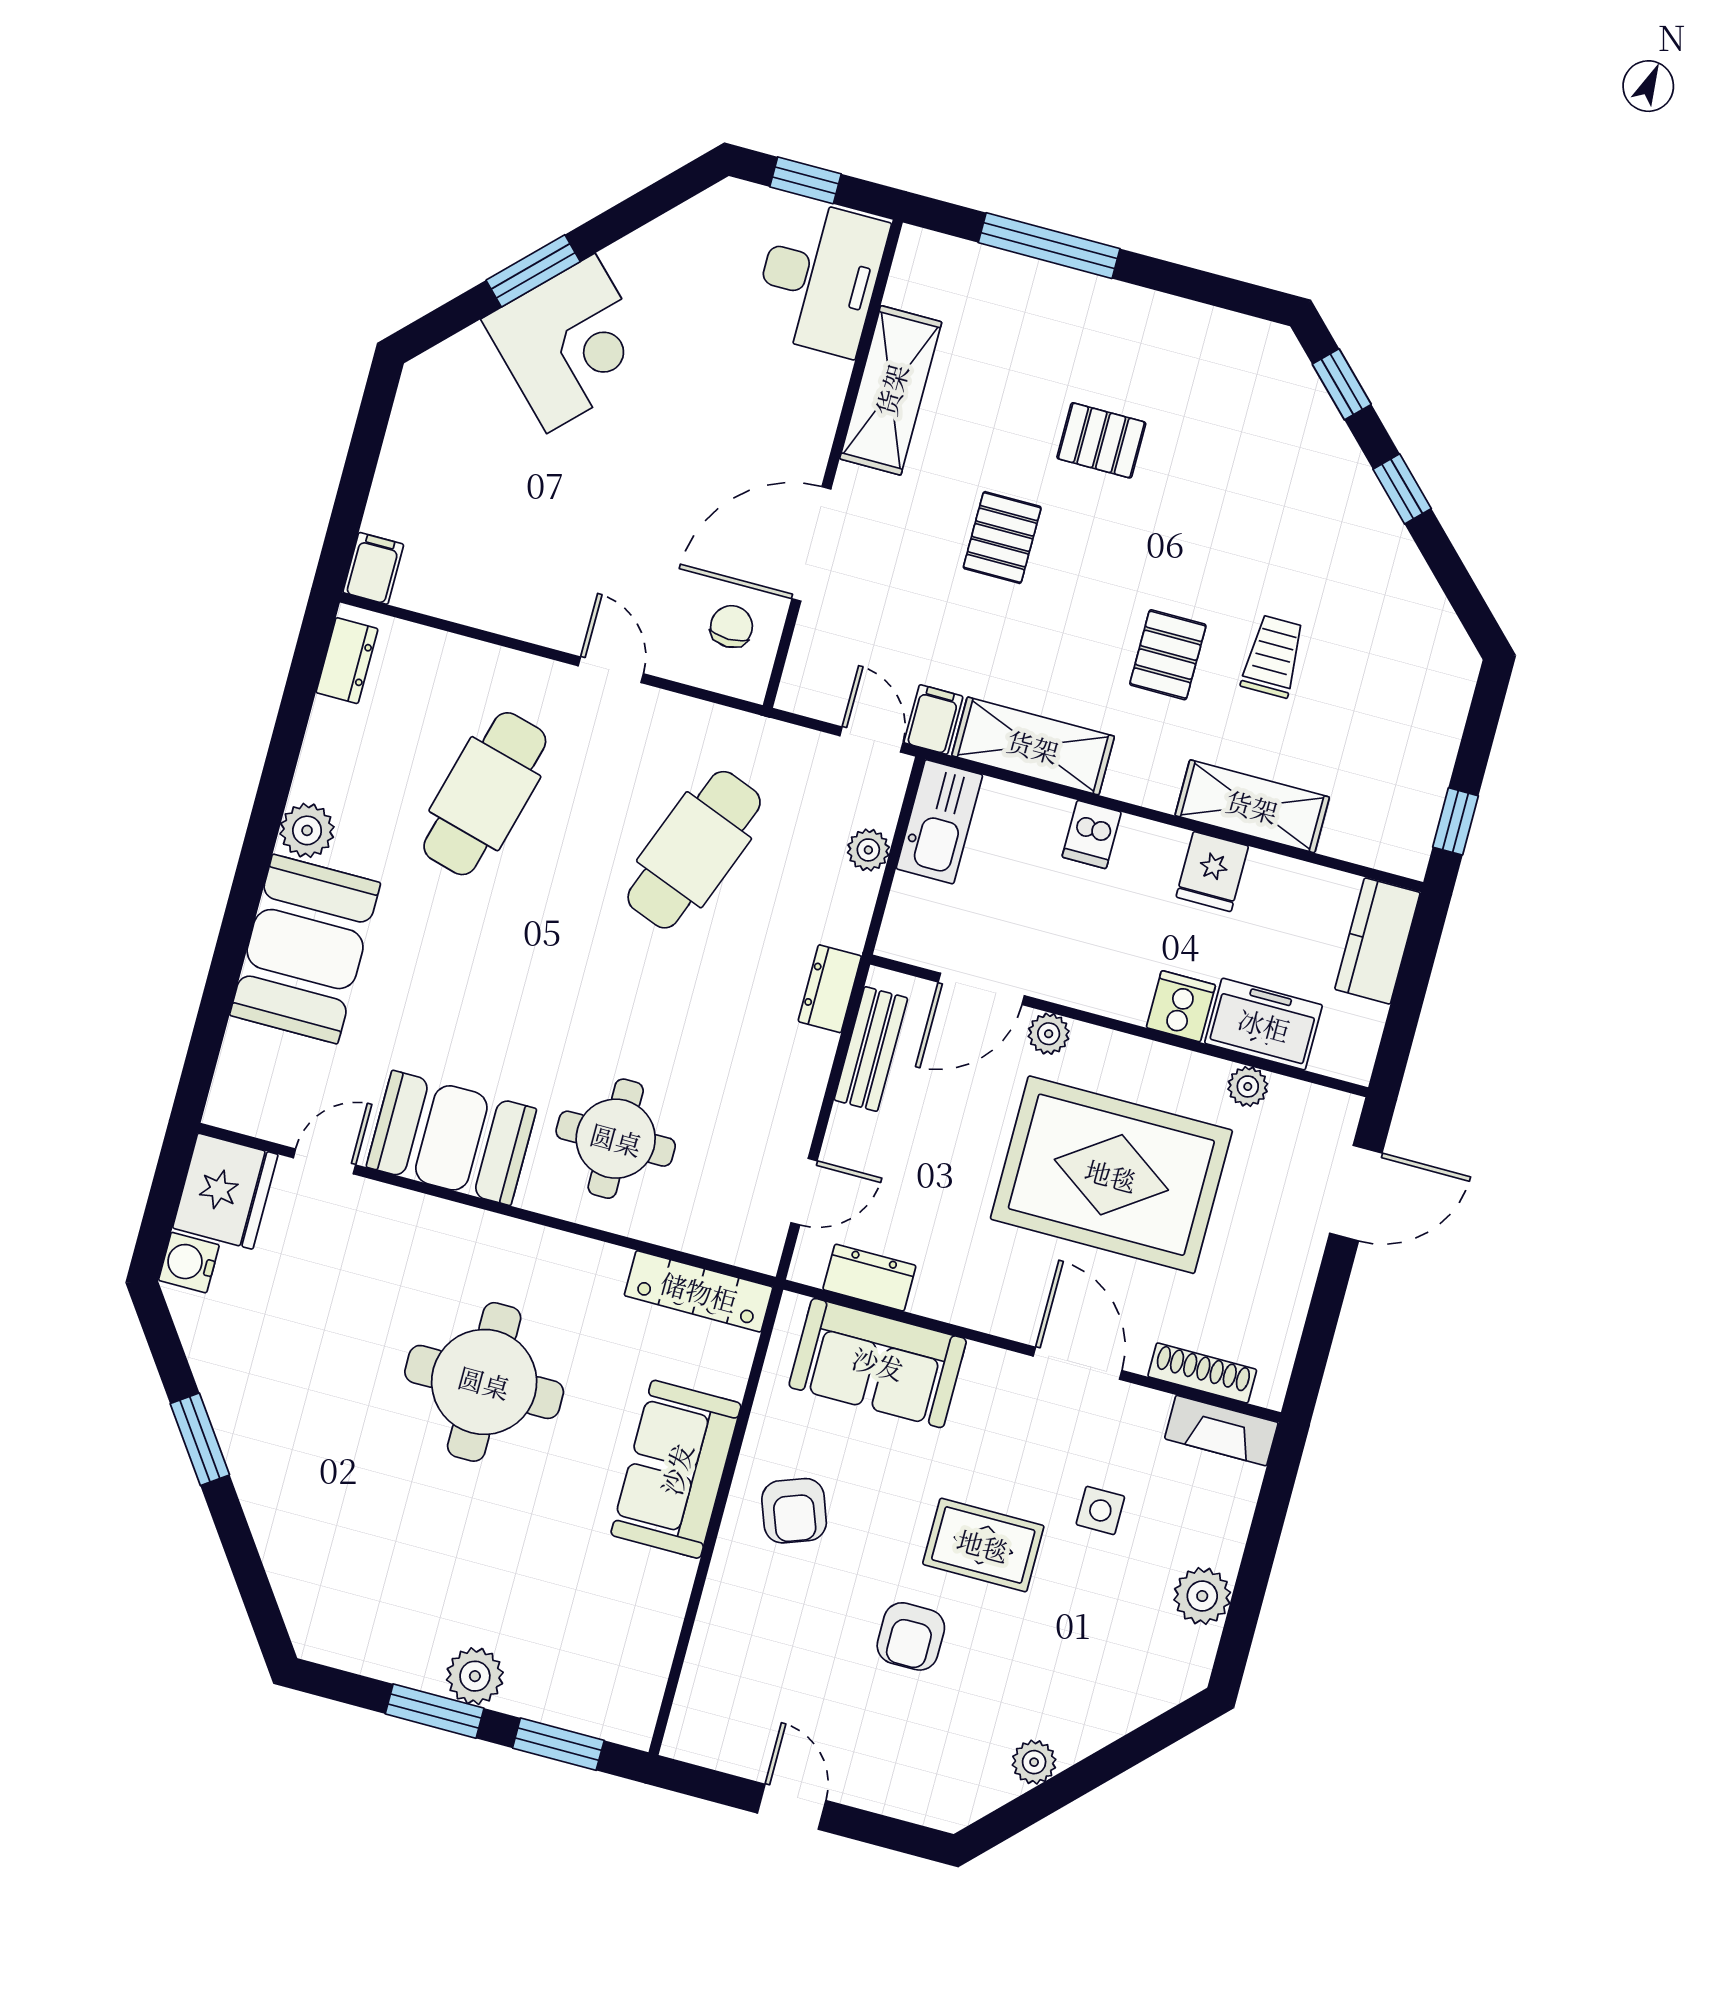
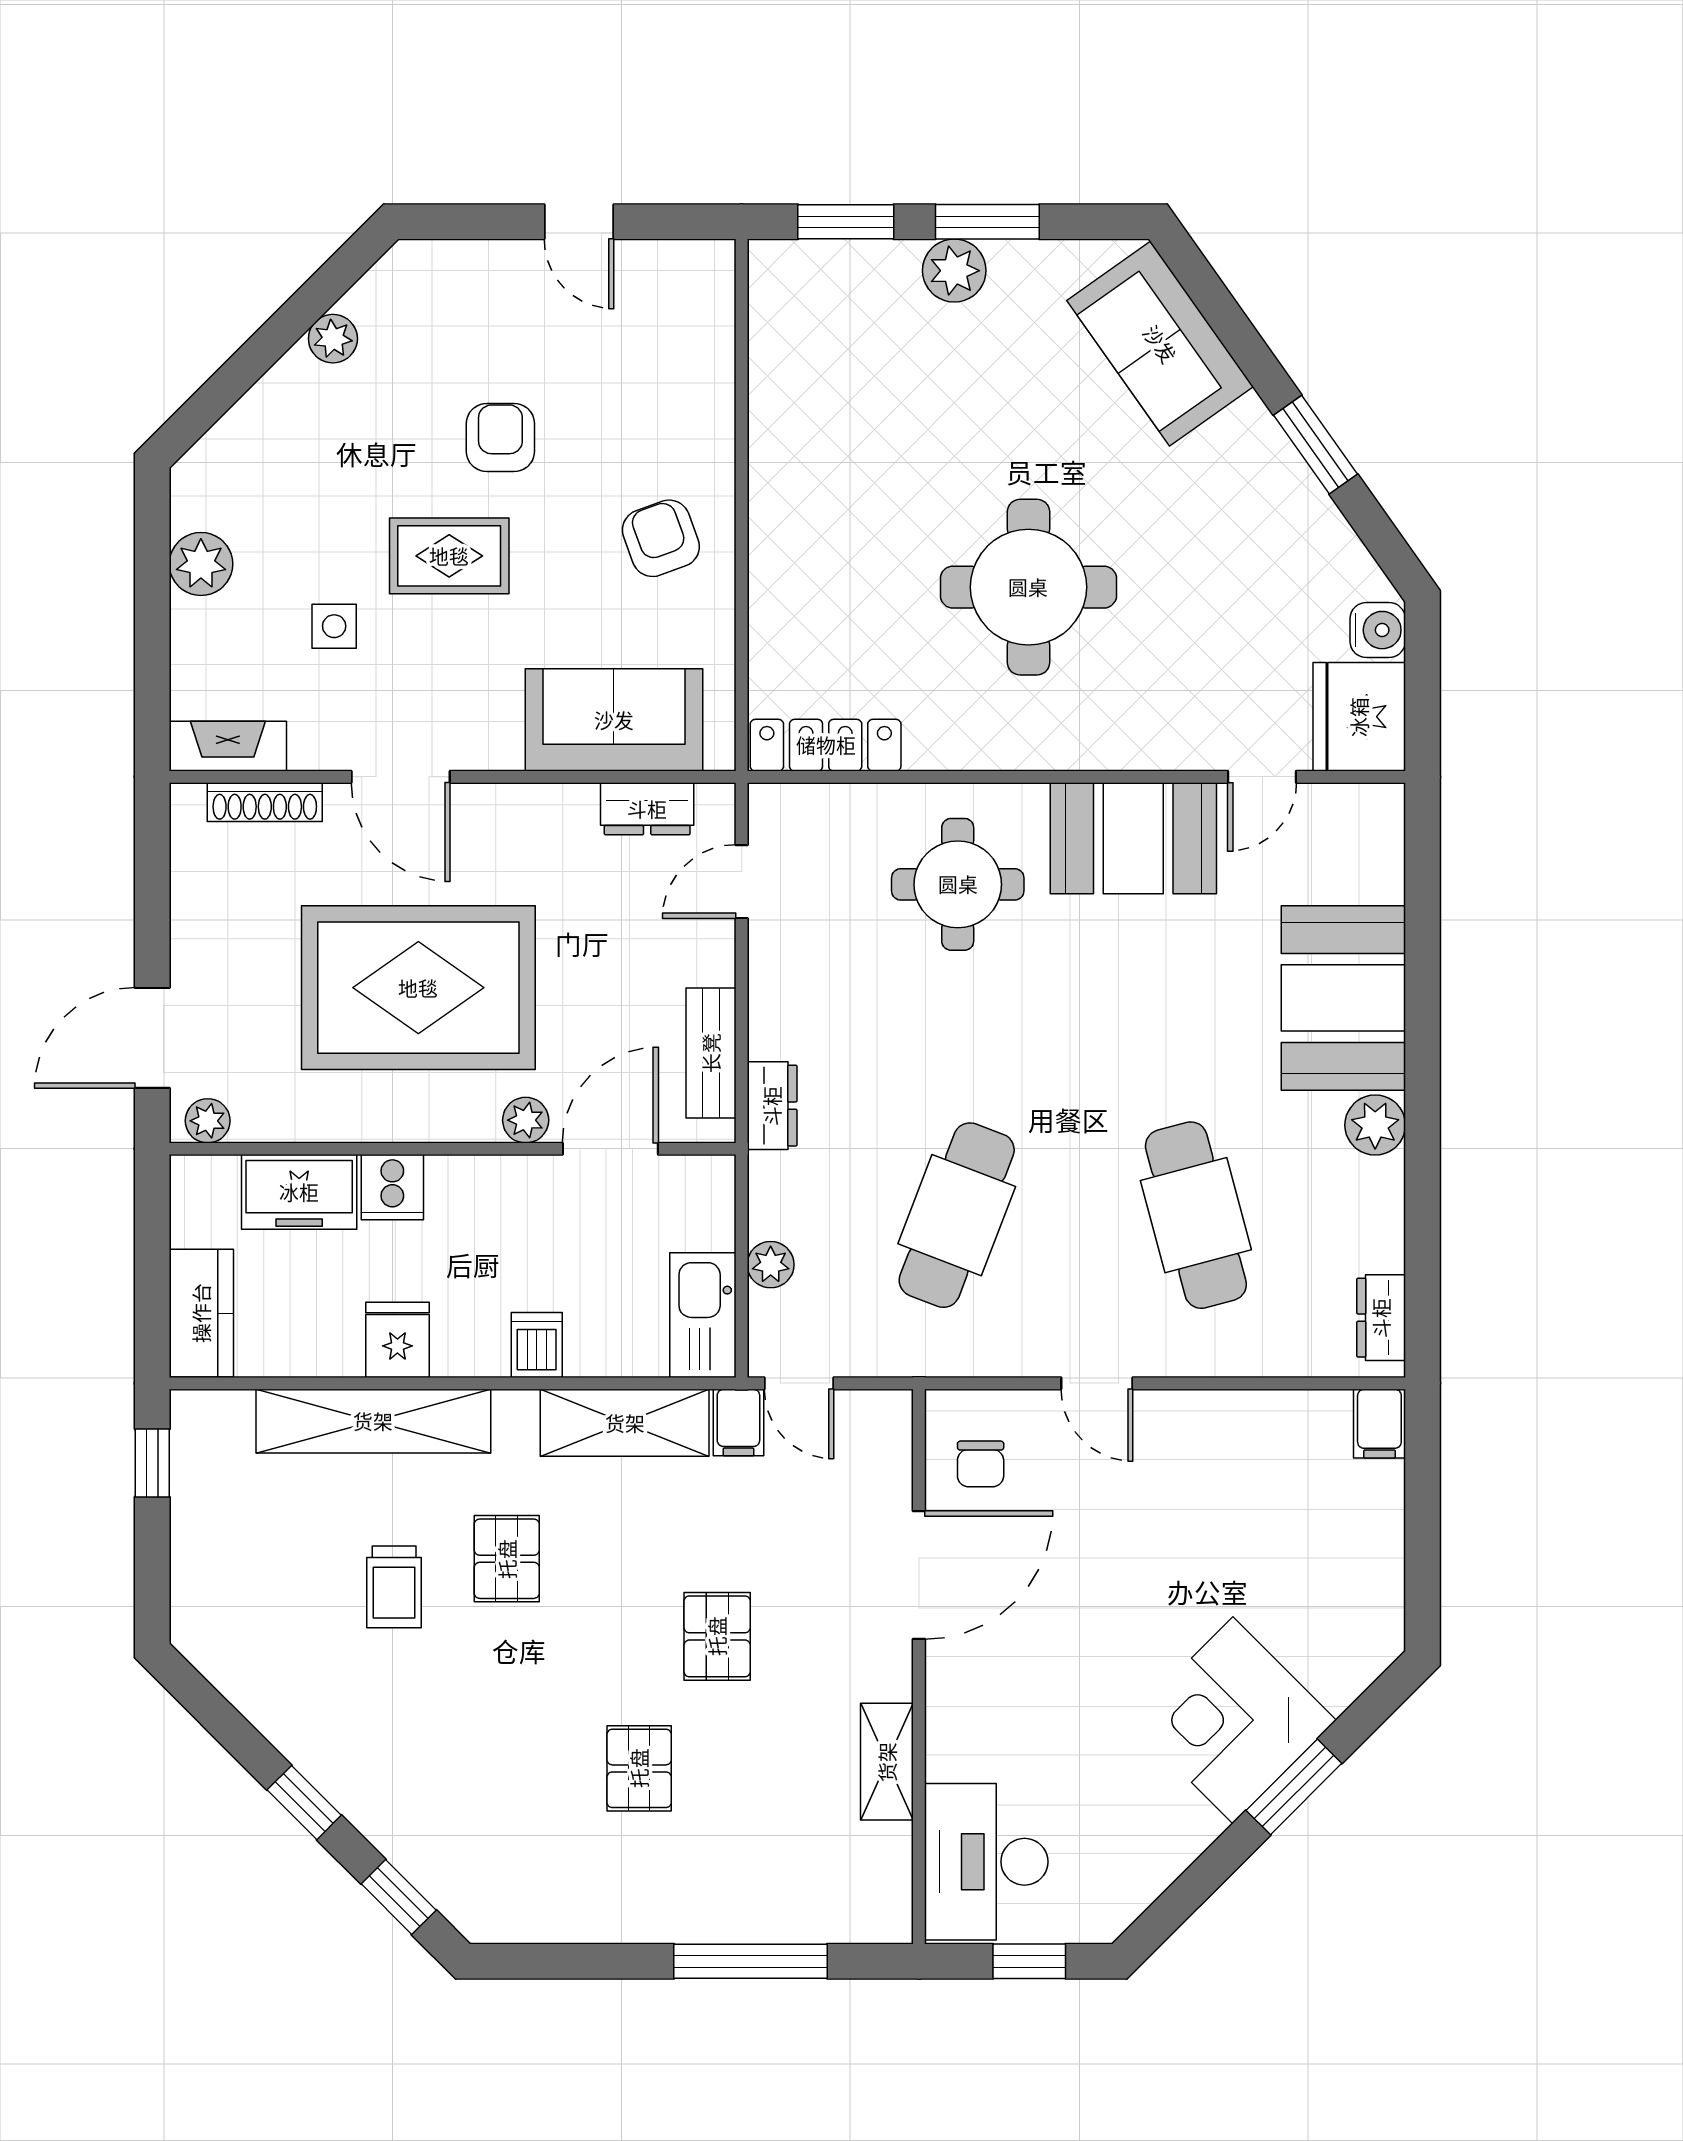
shelving: (891, 390) -> (887, 1762), width x0.67, depth x0.75
pallet: (1101, 440) -> (639, 1768), turned 90
cafe table: (485, 794) -> (1196, 1215), turned -30
shelving: (1252, 806) -> (373, 1421), width x1.47
plant: (1248, 1086) -> (208, 1121), moved
sofa: (676, 1469) -> (1160, 344), moved, turned 145

